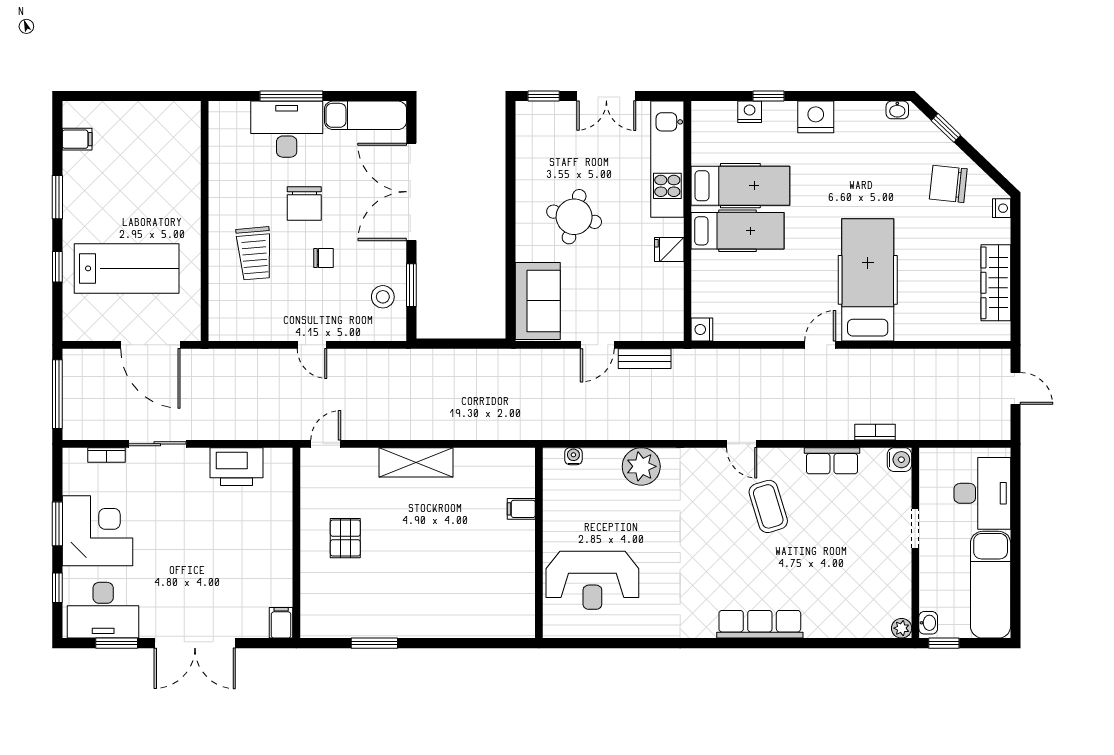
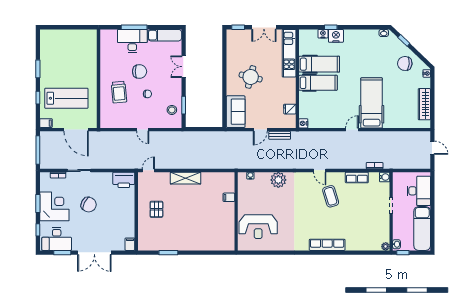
nightstand: (816, 117) -> (336, 36), moved
filing cabinet: (77, 139) -> (46, 123), moved
double door: (411, 192) -> (184, 67), width x0.54
chair: (304, 203) -> (140, 71), turned -90
fridge: (669, 250) -> (290, 109), moved
printer: (236, 467) -> (124, 180), moved
chair: (181, 527) -> (89, 205), added

